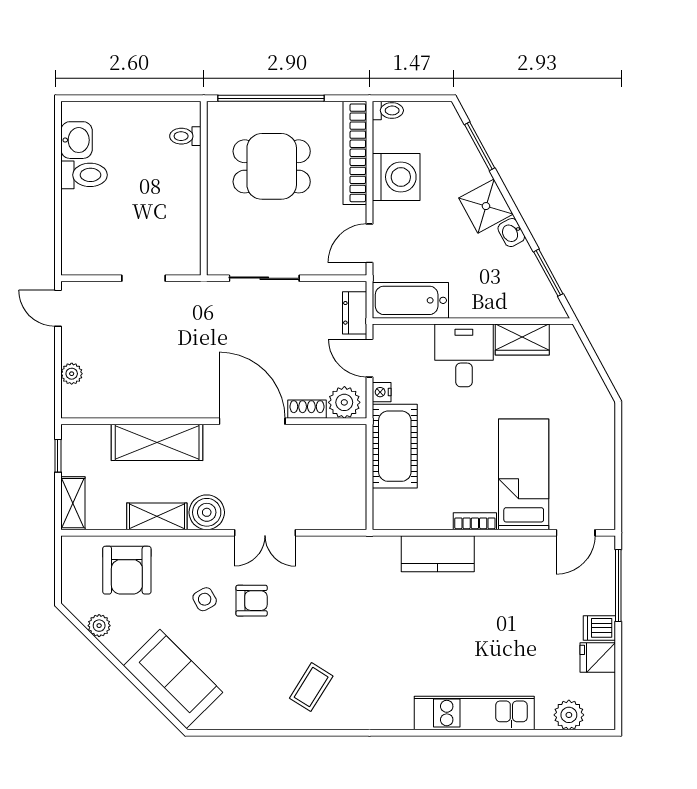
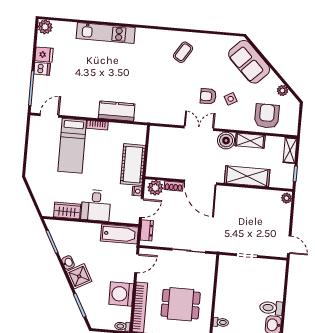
door: (370, 358) -> (141, 208), hinge flipped
plant: (72, 374) -> (287, 198), moved
plant: (569, 715) -> (45, 27), moved

